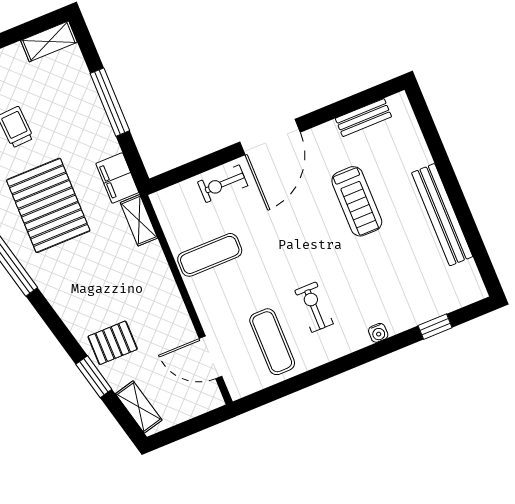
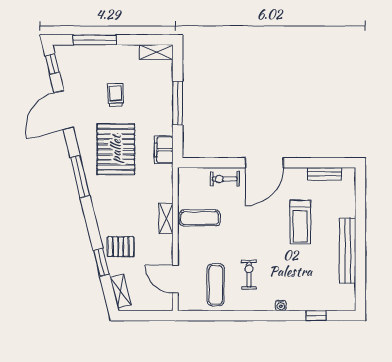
shelving: (139, 220) -> (166, 218), moved

